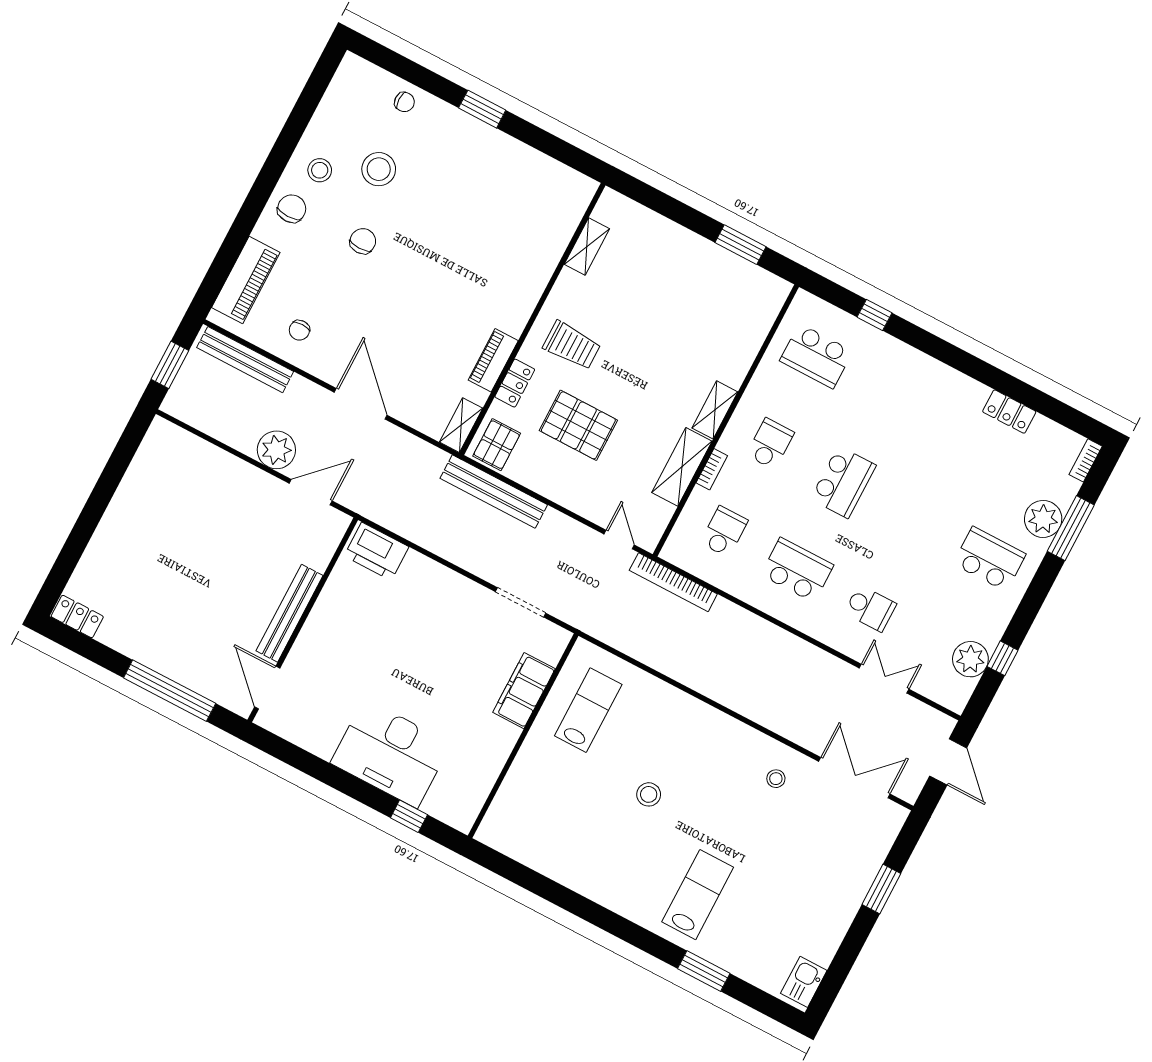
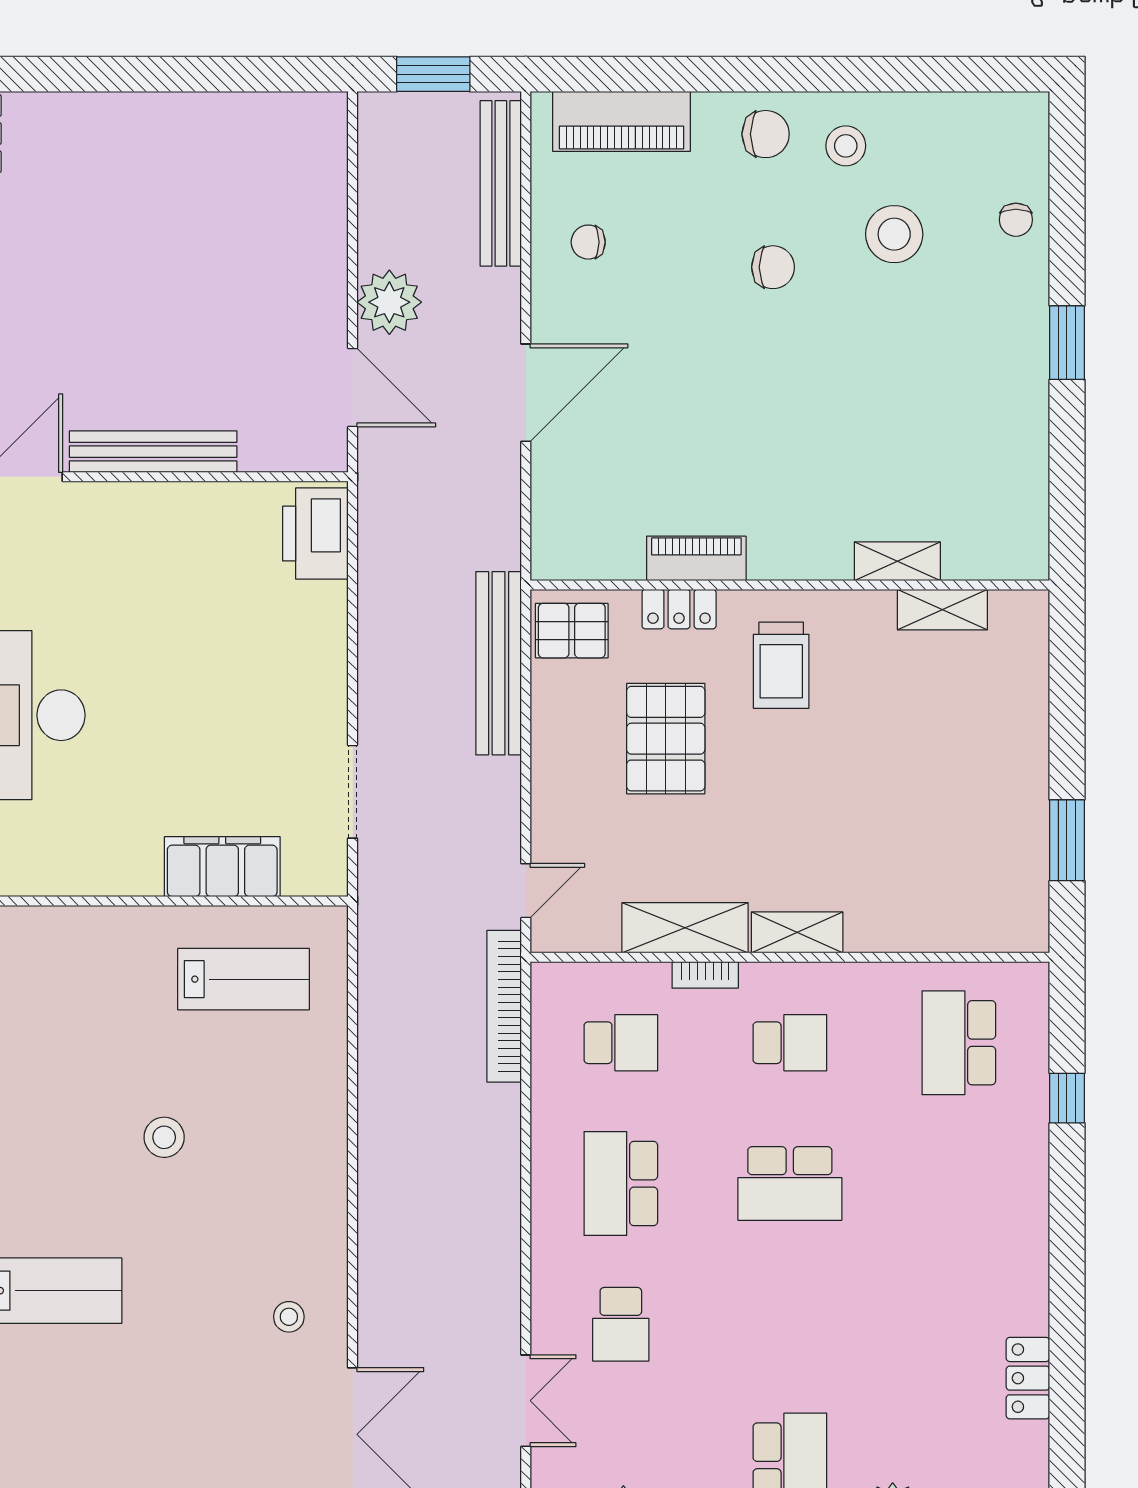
shelving: (461, 425) -> (897, 561), moved
school desk: (797, 570) -> (621, 1184), turned 180

